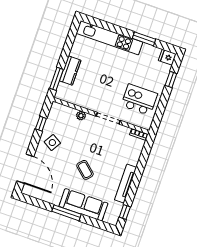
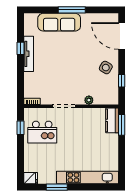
kitchen counter: (70, 71) -> (112, 120), moved
window: (171, 80) -> (20, 128), moved
coffee table: (85, 170) -> (69, 53), removed
window: (125, 212) -> (20, 48), moved

